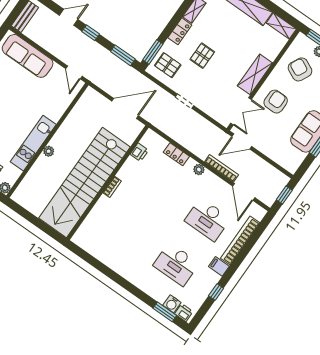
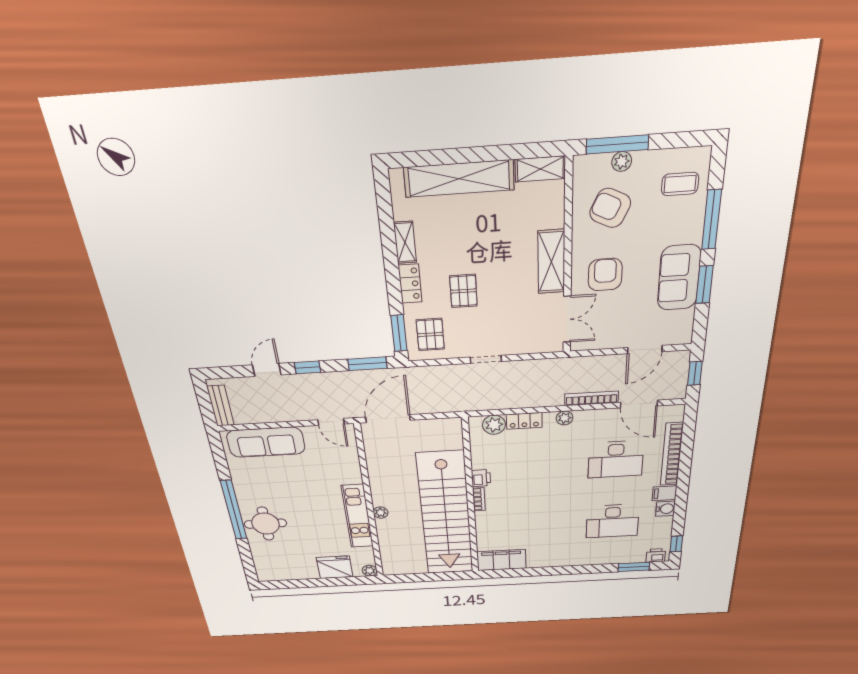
pallet: (168, 65) -> (430, 335), turned 90
door: (125, 108) -> (388, 419), moved
door: (242, 141) -> (645, 350), moved
plant: (159, 144) -> (494, 425), added
printer: (139, 152) -> (481, 478), moved
filing cabinet: (90, 243) -> (501, 560), added
window: (216, 292) -> (676, 544), moved
water cooler: (172, 304) -> (665, 509), moved, turned -90

